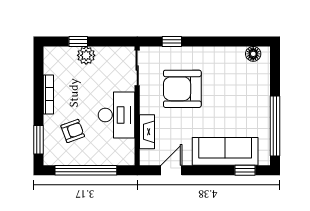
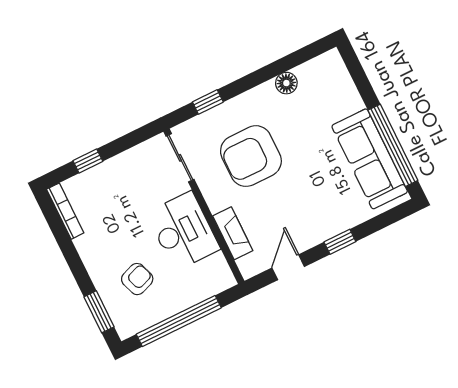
floor lamp: (253, 54) -> (286, 83), moved
plant: (86, 55) -> (107, 174), removed
bookcase: (48, 94) -> (65, 211), moved
sofa: (225, 151) -> (370, 159), moved, turned -90
window: (245, 170) -> (340, 242), moved

